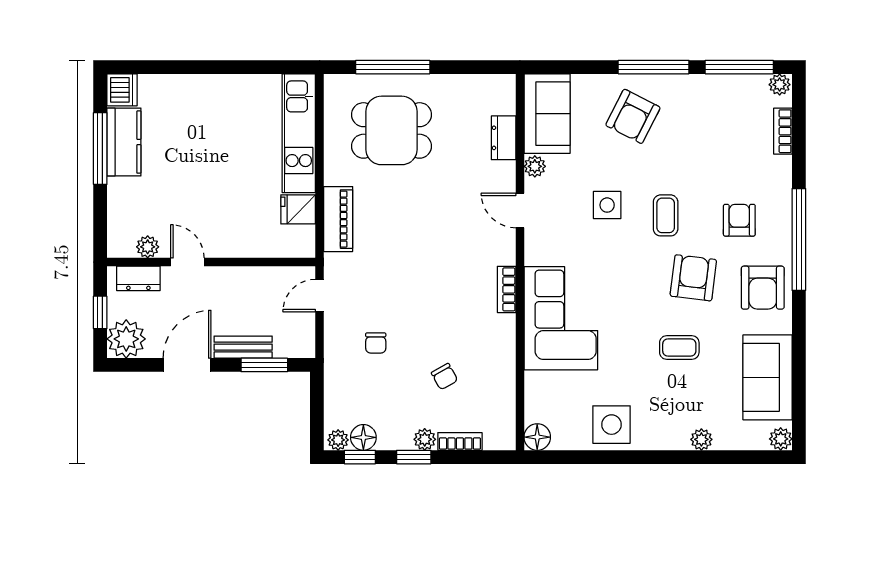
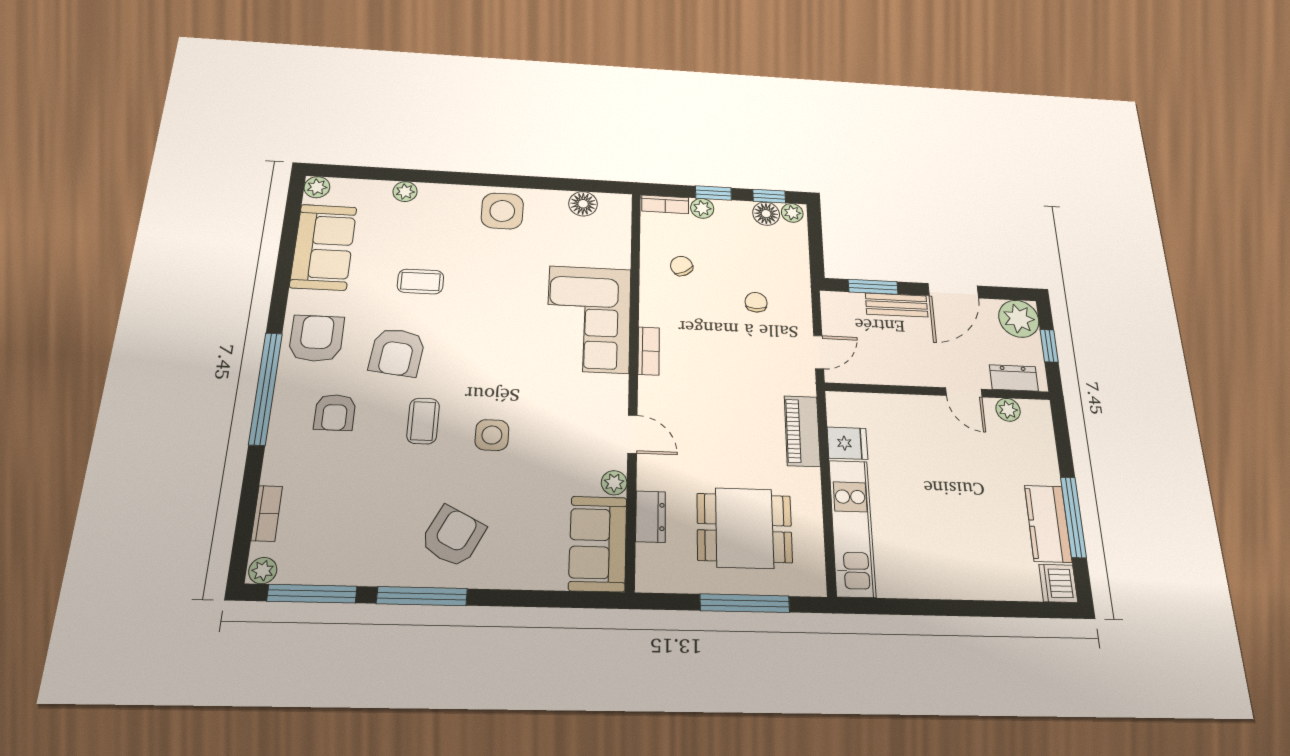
sofa: (547, 114) -> (598, 544), moved
dresser: (504, 138) -> (651, 517), moved
plant: (535, 166) -> (614, 483), moved
door: (520, 210) -> (632, 434), moved
wall: (520, 262) -> (633, 379), moved
bookcase: (507, 289) -> (649, 351), moved
corner sofa: (561, 318) -> (589, 319), moved

